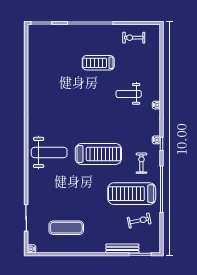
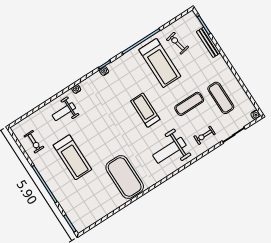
treadmill: (98, 63) -> (72, 157), width x1.37, depth x1.38
weight bench: (129, 94) -> (64, 112), moved, turned 90
exercise mat: (51, 98) -> (125, 177), added
weight bench: (49, 152) -> (169, 150), turned -90
treadmill: (98, 154) -> (145, 110), width x0.73, depth x0.73
exercise bike: (141, 163) -> (205, 135), moved
exercise mat: (79, 196) -> (189, 104), added

